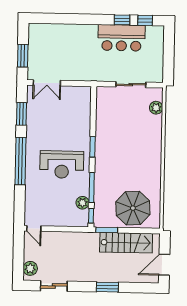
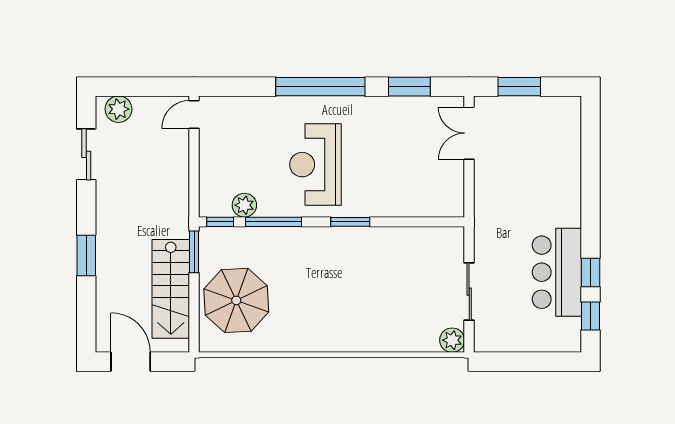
plant: (156, 108) -> (452, 340), moved

